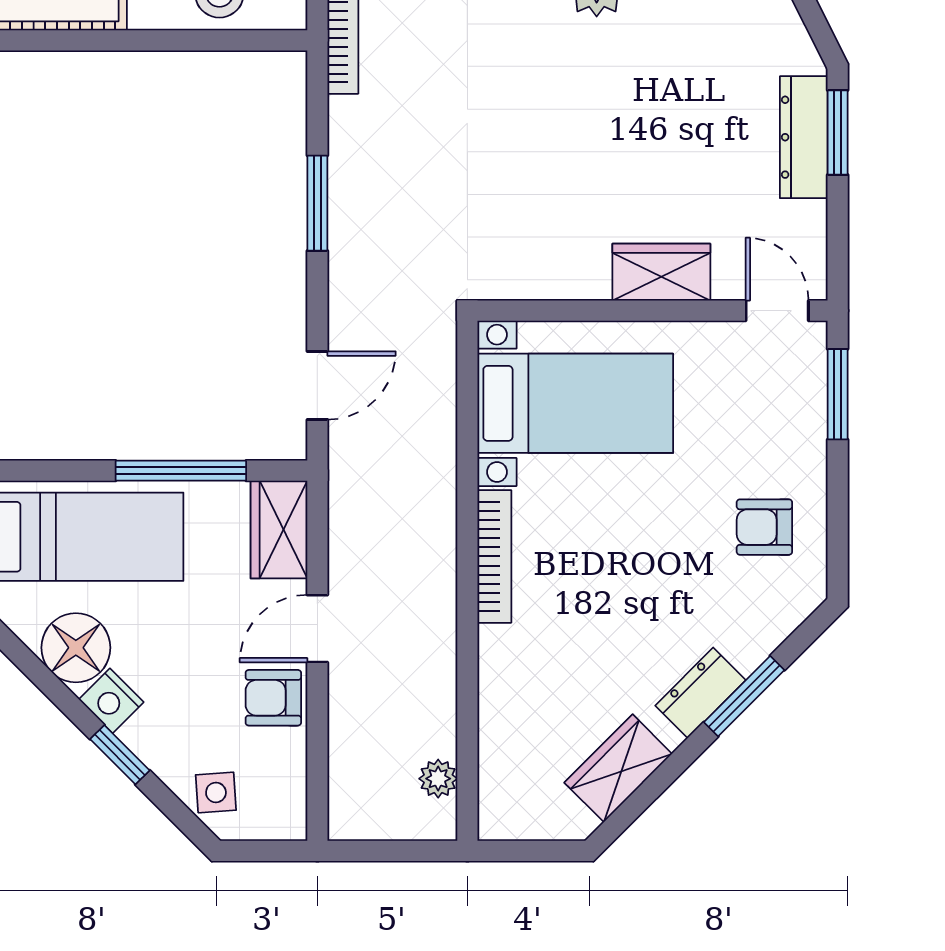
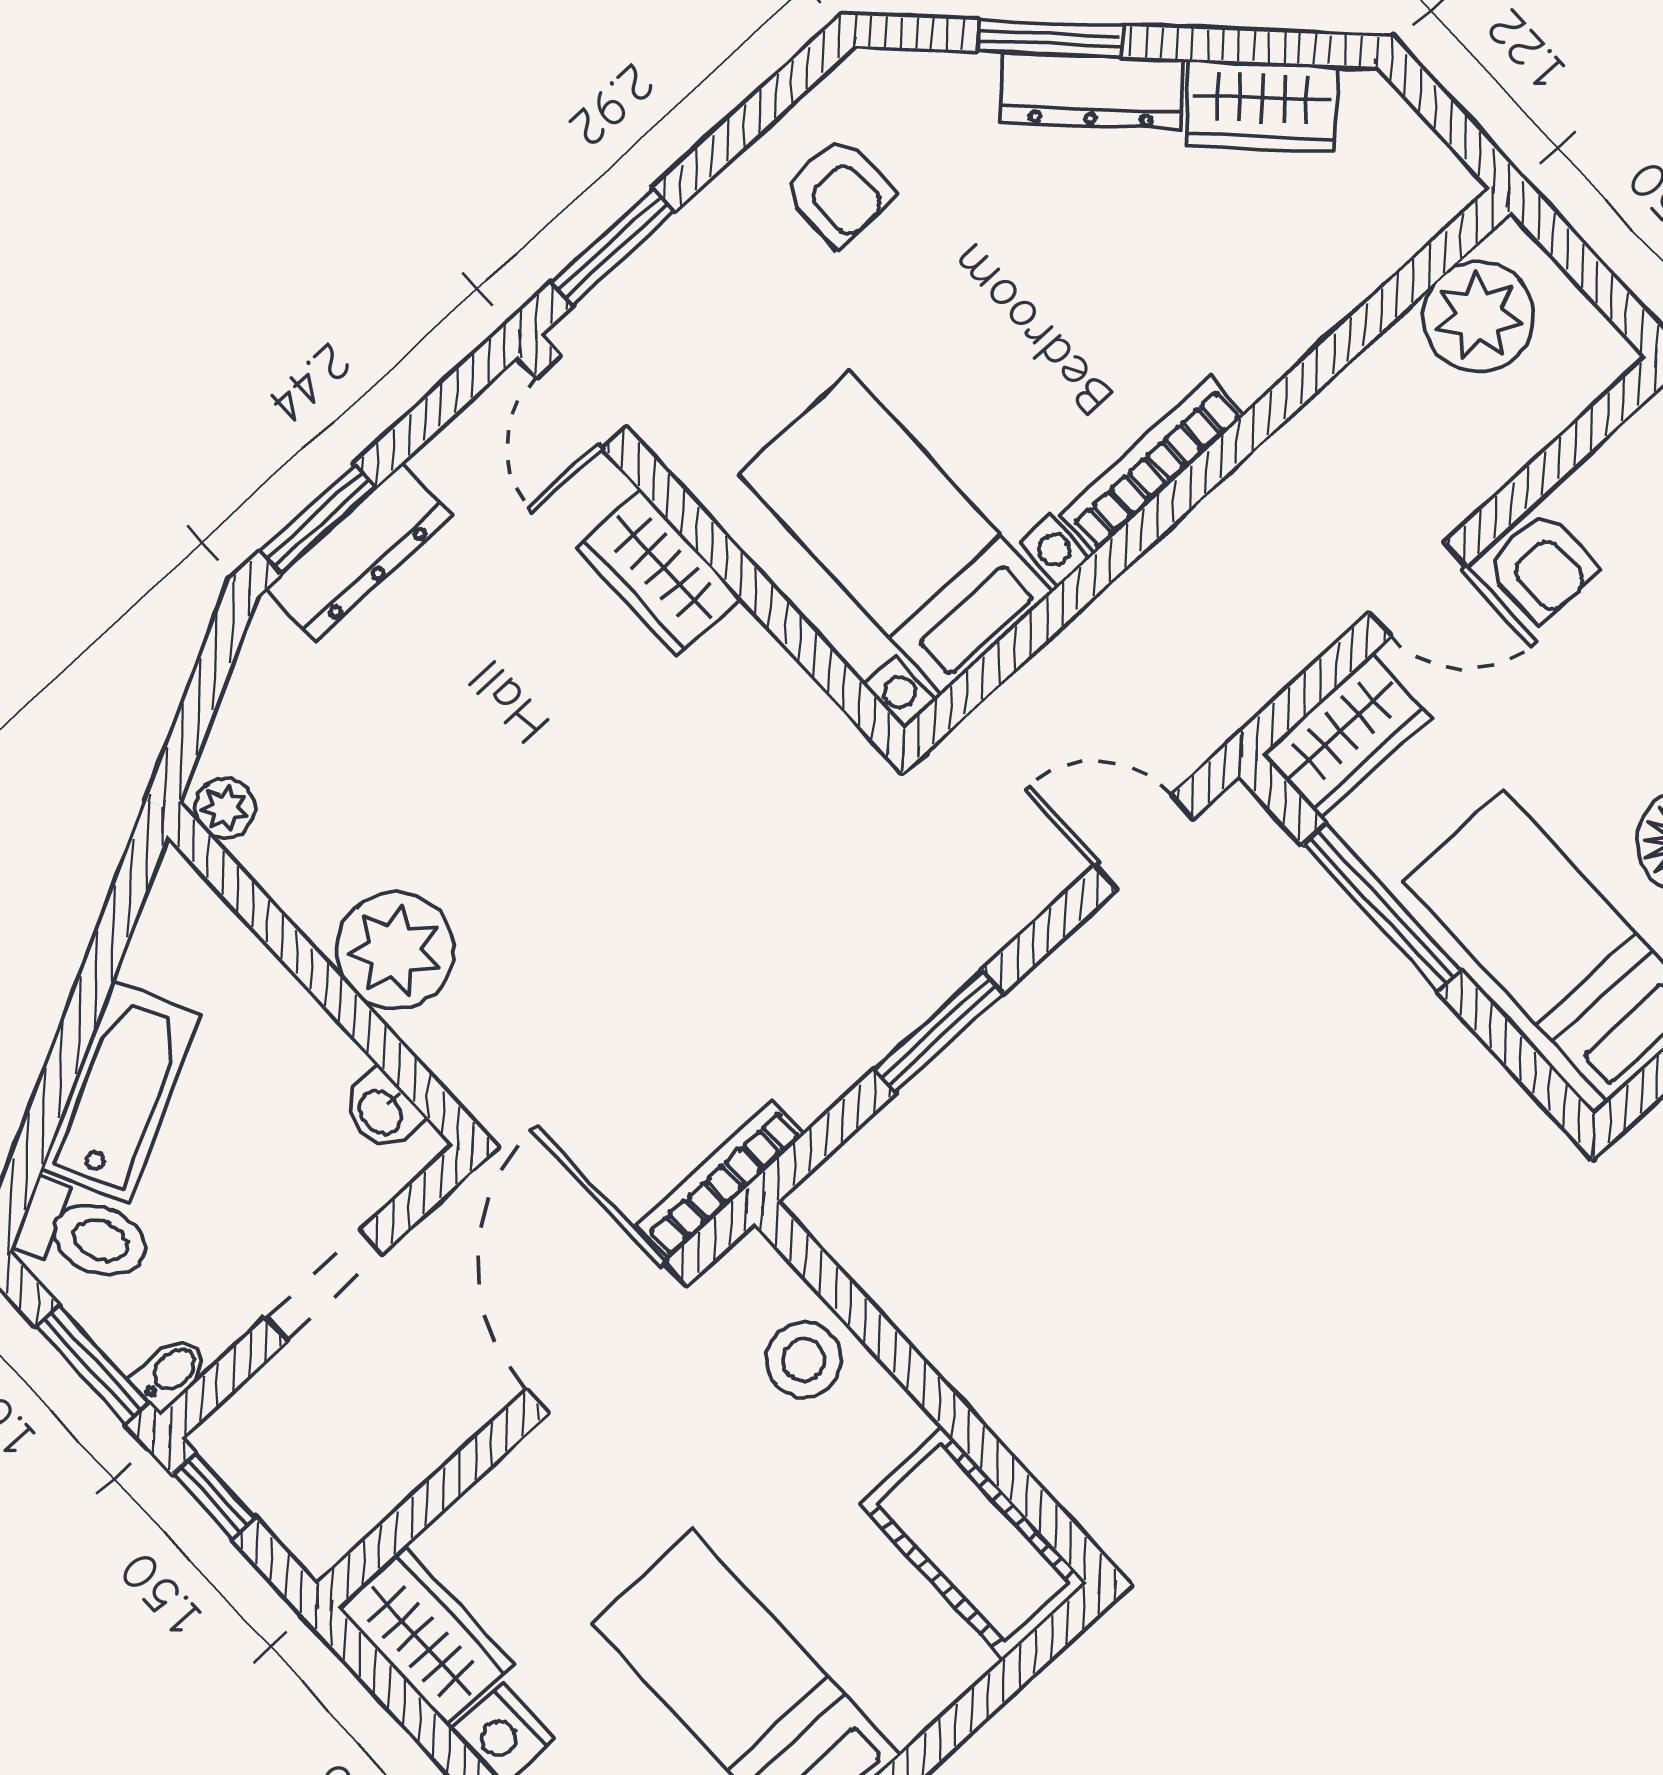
dresser: (701, 693) -> (1092, 91), width x1.44
plant: (438, 779) -> (1479, 316), width x1.87, depth x1.87

